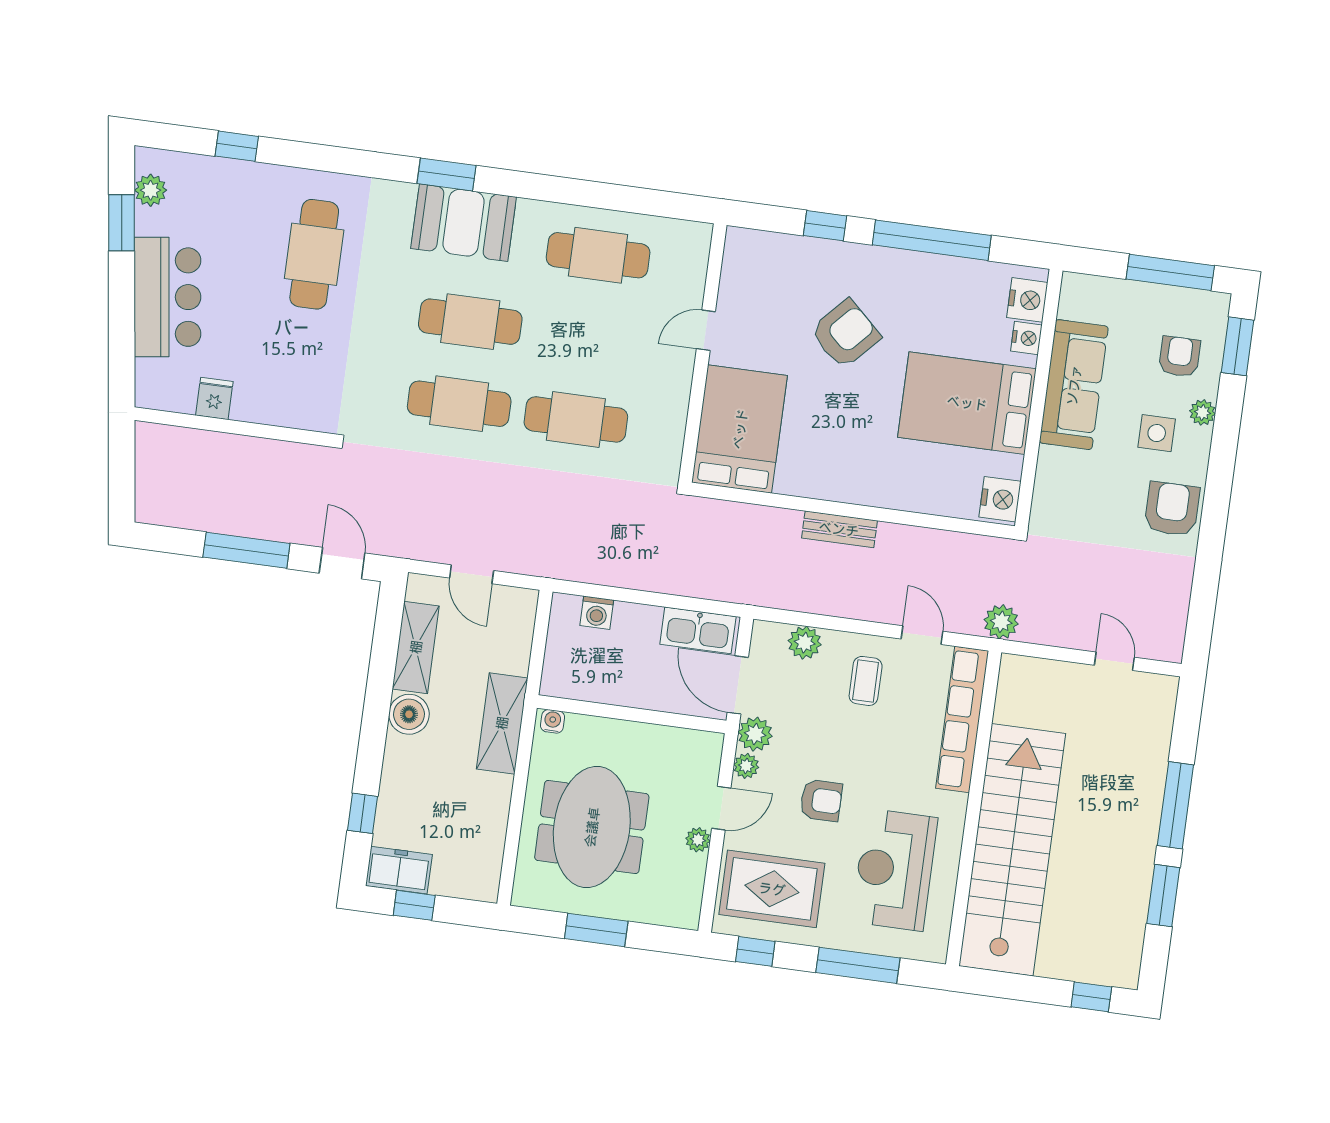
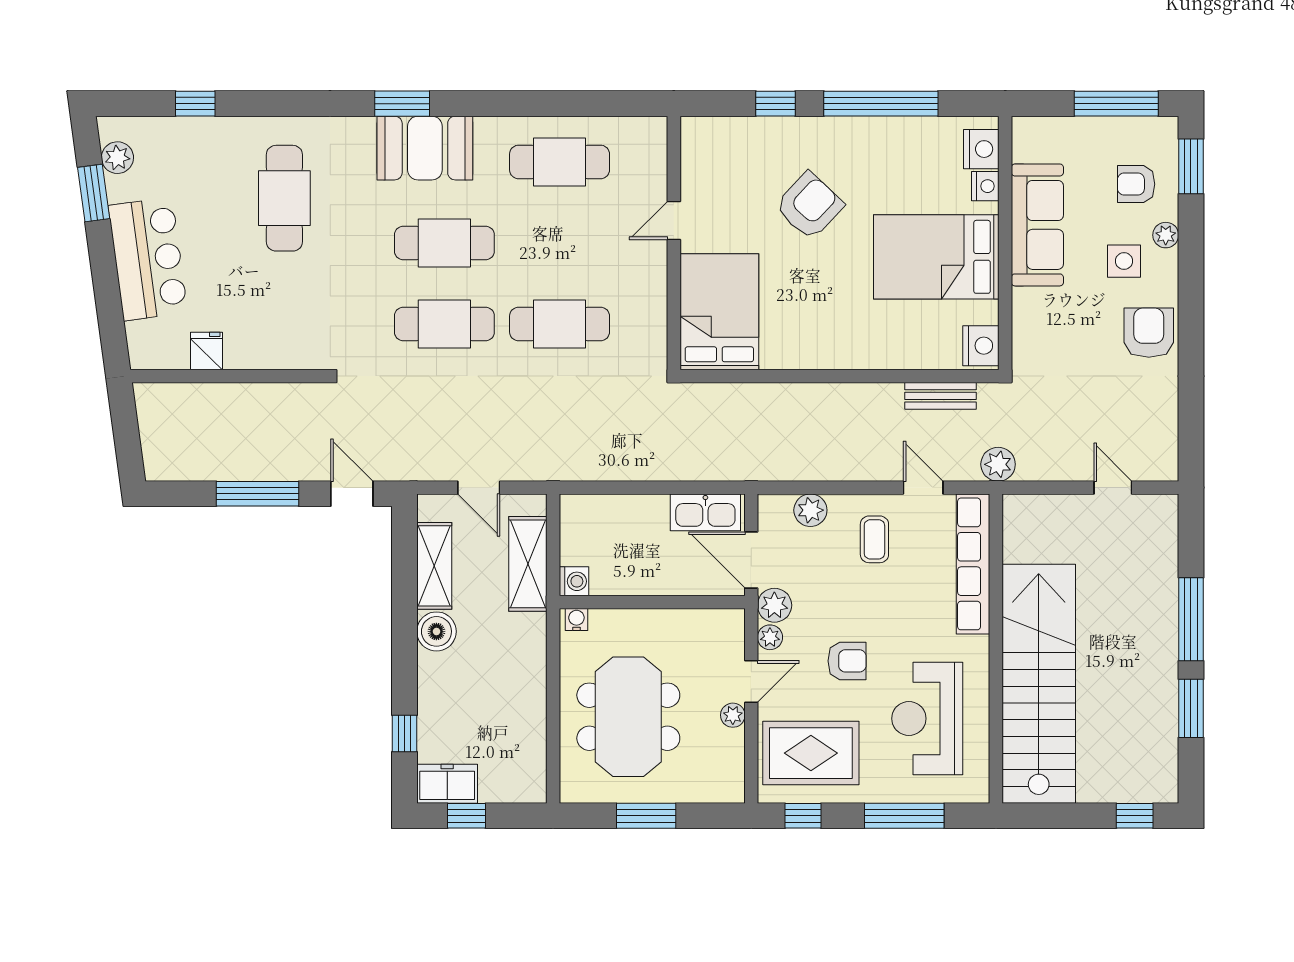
armchair: (1179, 357) -> (1136, 184), turned -90
bench: (839, 529) -> (941, 396), moved
washing machine: (597, 613) -> (574, 581), moved, turned -90
shelving: (502, 723) -> (528, 564), moved

